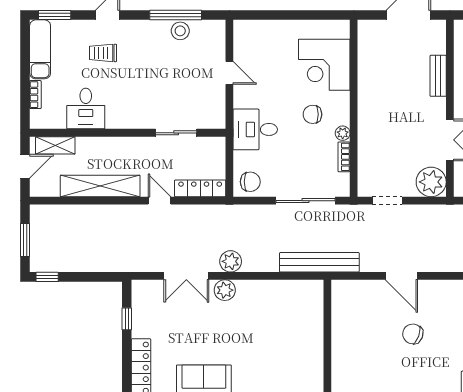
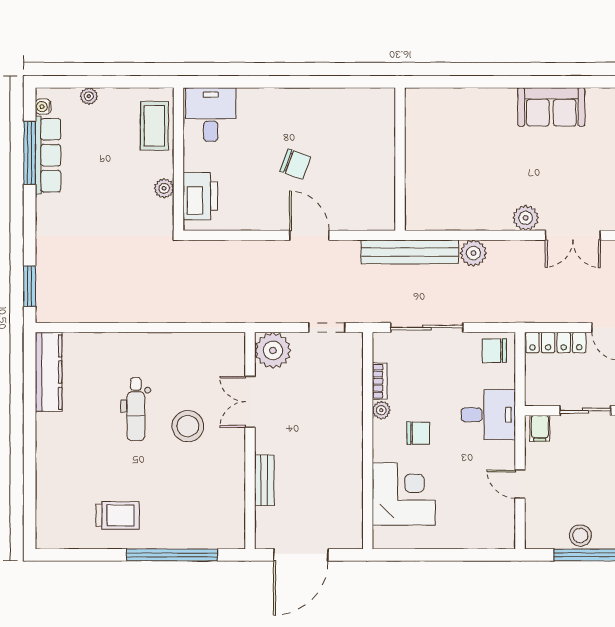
filing cabinet: (213, 118) -> (540, 428), added
plant: (231, 261) -> (473, 253), moved
double door: (186, 276) -> (573, 235), swing flipped

